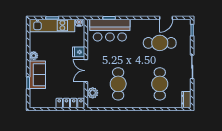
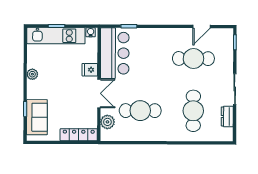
bar counter: (110, 30) -> (115, 53), moved, turned -90
double door: (86, 71) -> (99, 93), swing flipped
sofa: (37, 75) -> (37, 117), moved
cafe table: (118, 84) -> (140, 111), turned 90
dresser: (186, 100) -> (227, 116), moved

